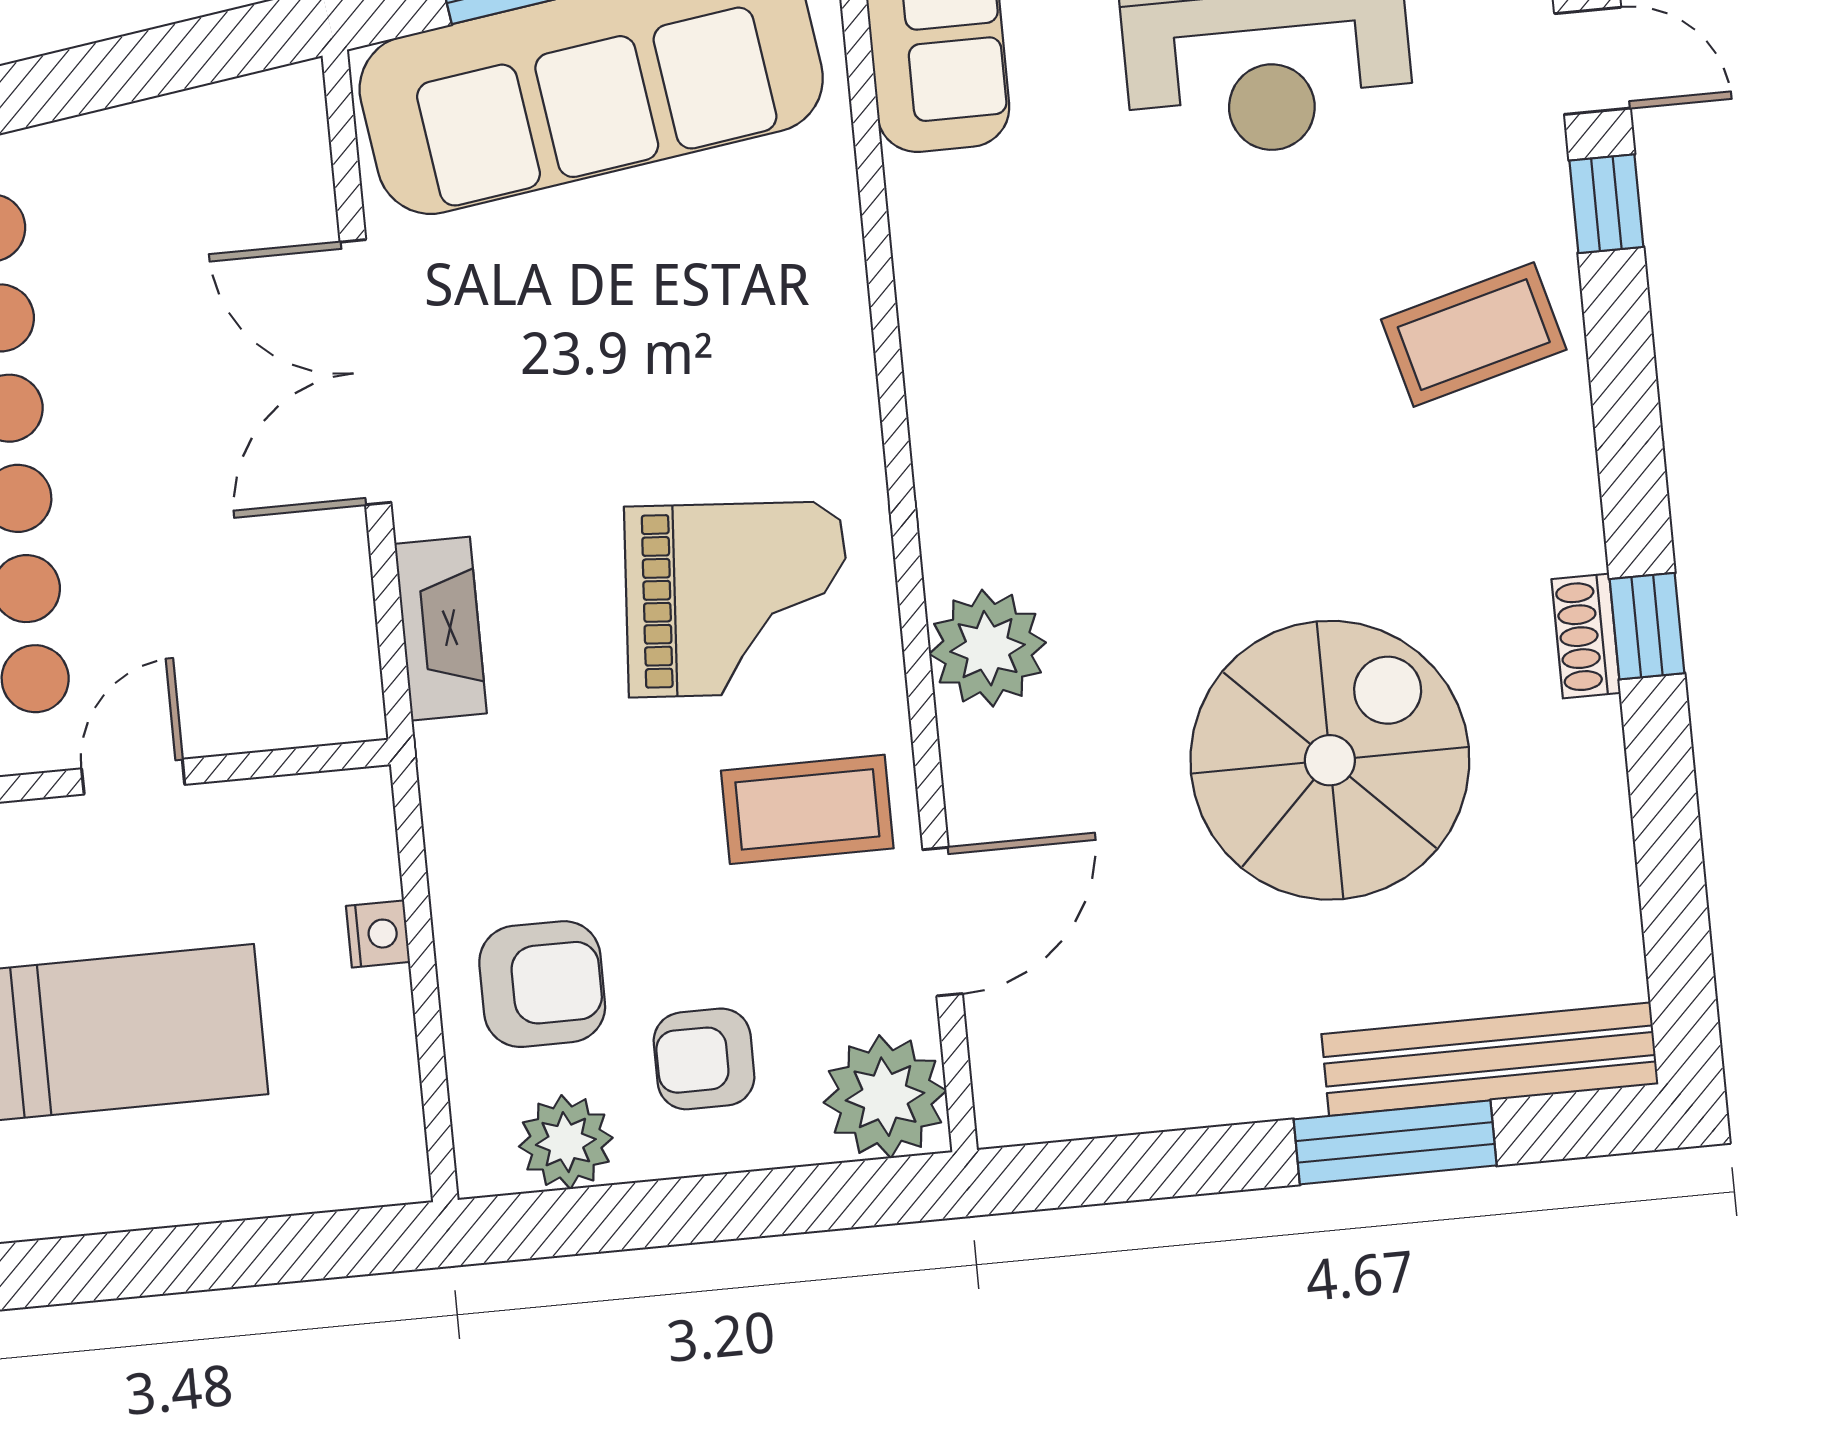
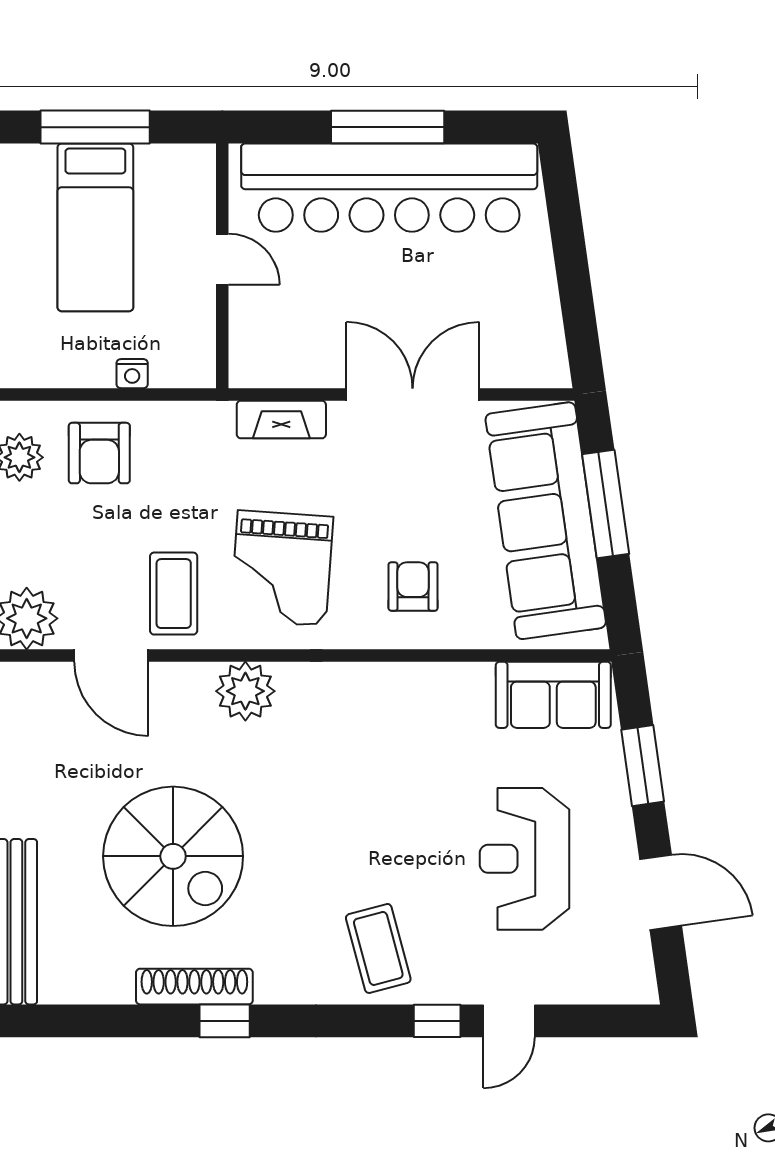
shoe rack: (1586, 636) -> (194, 987), width x1.94, depth x1.24
armchair: (704, 1059) -> (413, 586), moved

